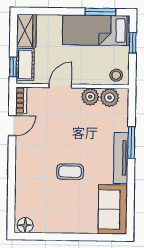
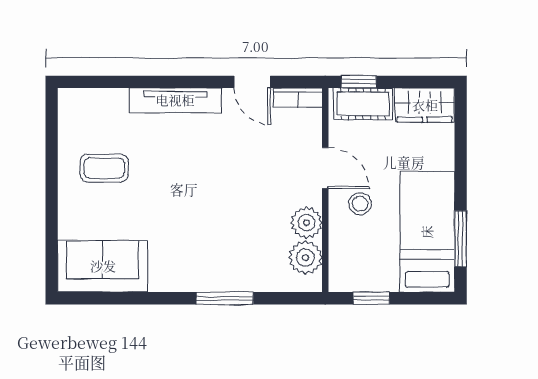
window: (133, 43) -> (371, 298), moved
stool: (116, 75) -> (360, 204), moved
tv unit: (121, 158) -> (175, 100), moved, turned 180
coffee table: (70, 172) -> (104, 168), moved, turned 90
floor lamp: (25, 225) -> (72, 108), removed

